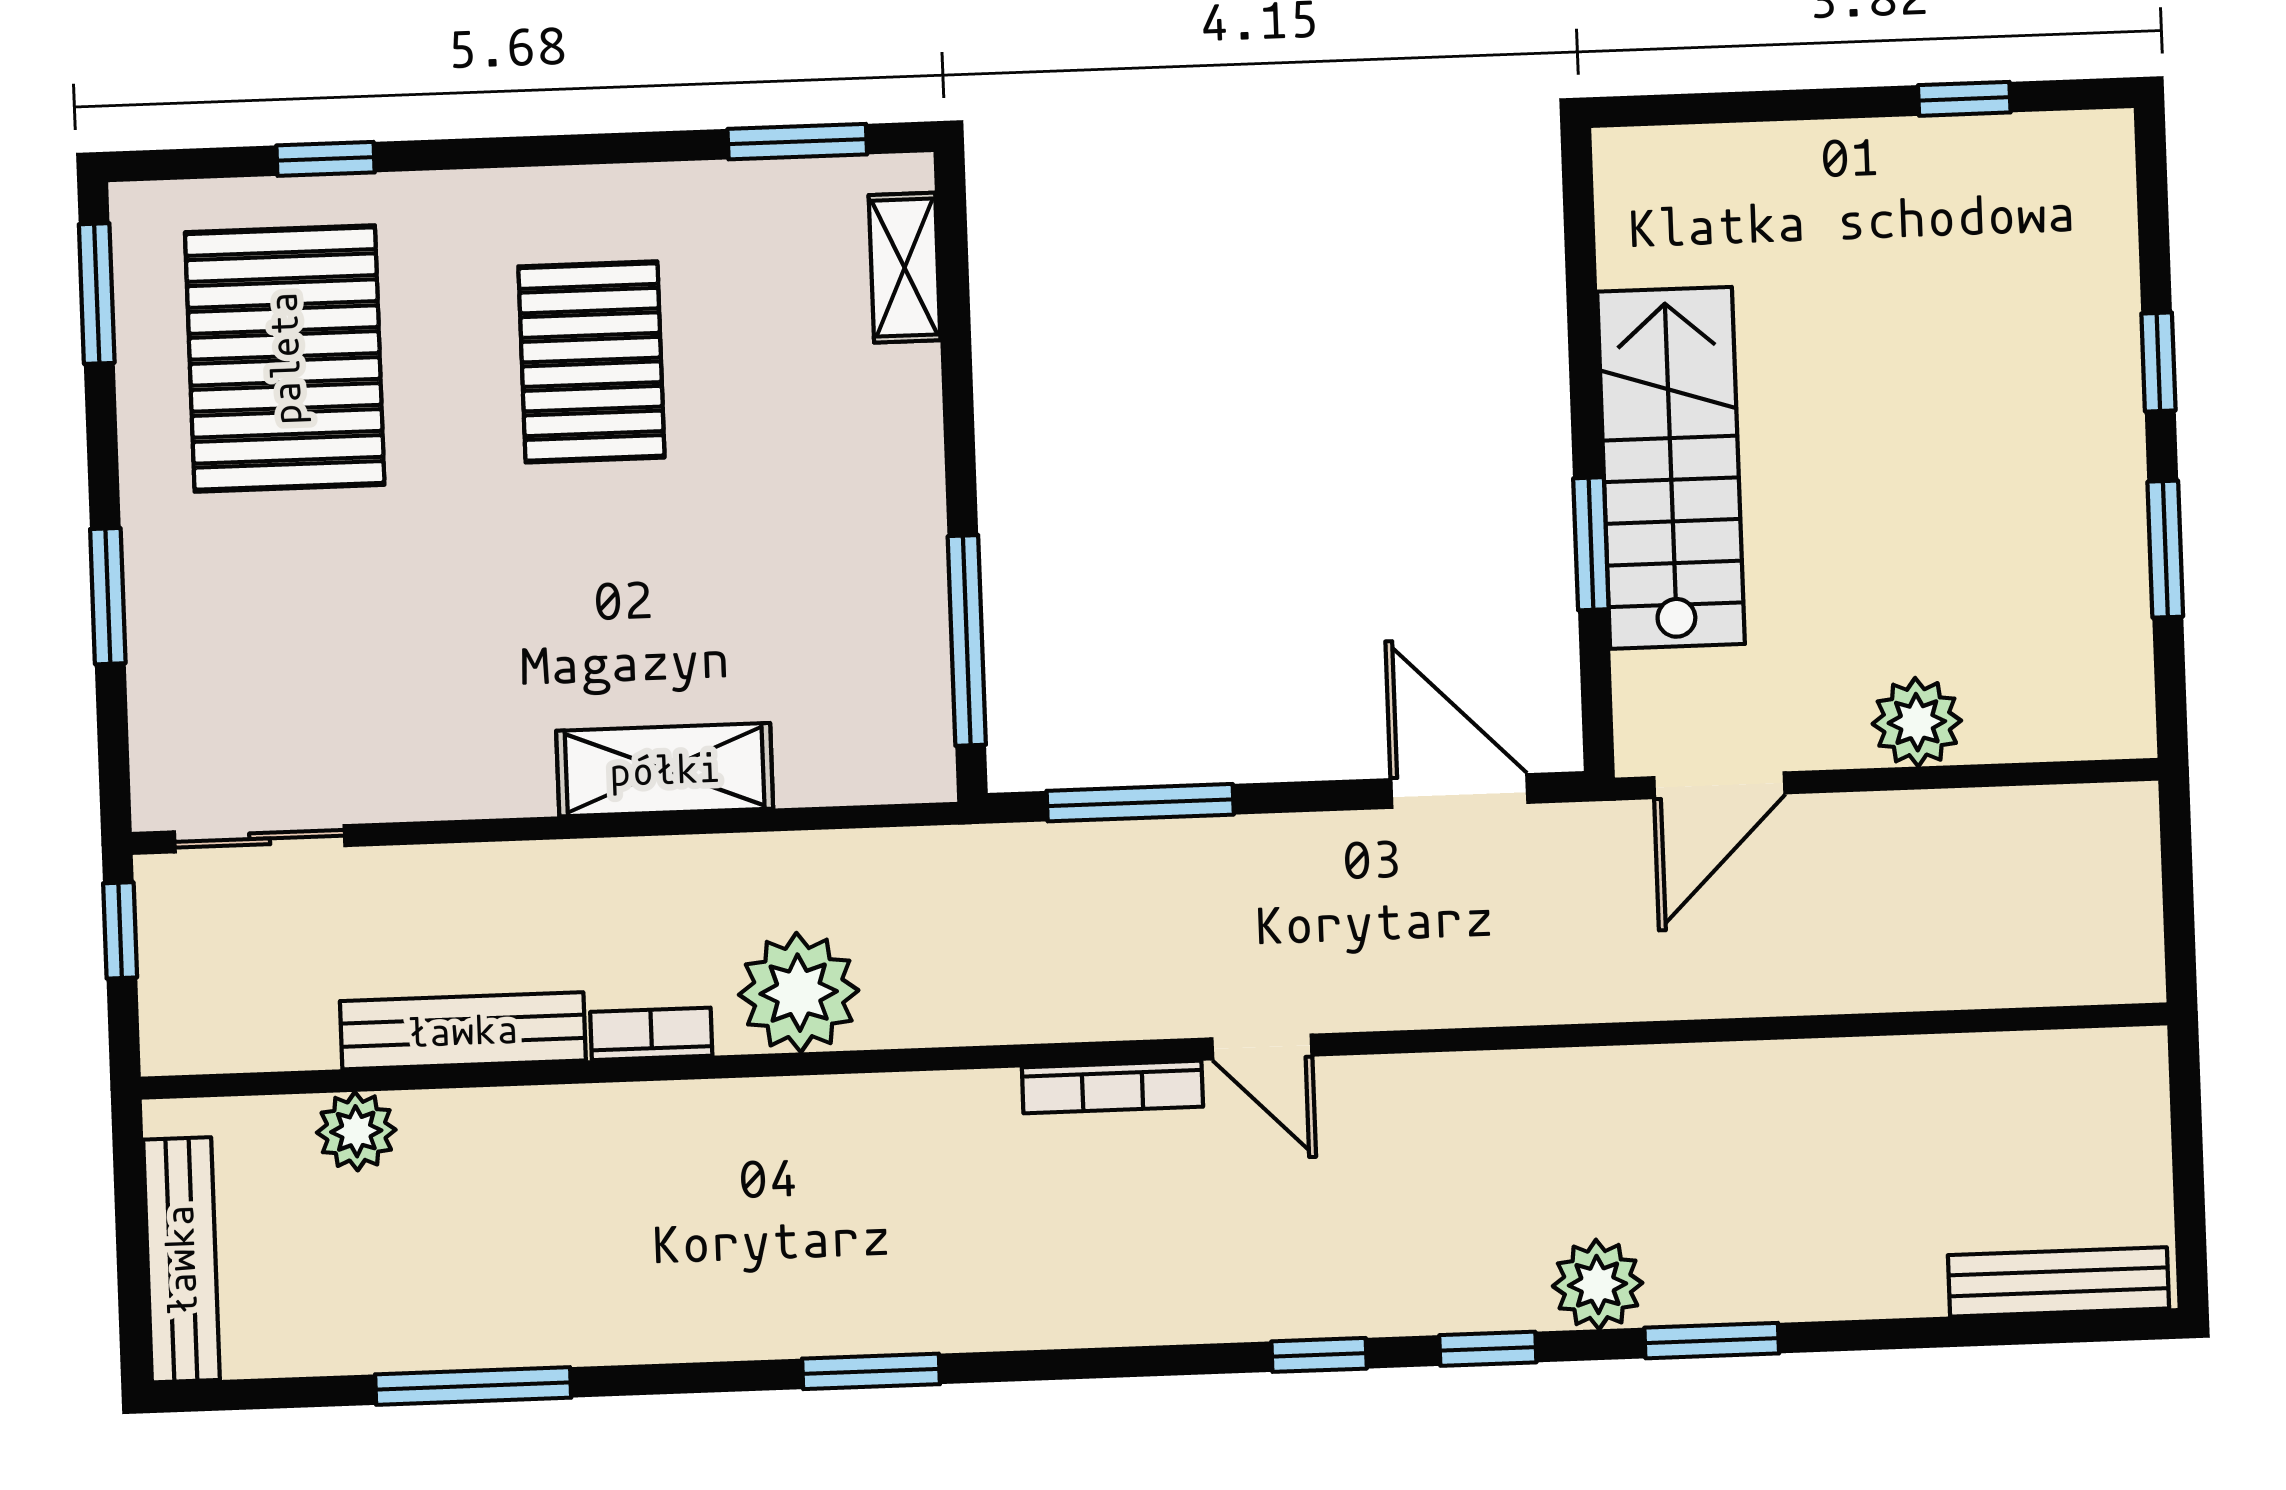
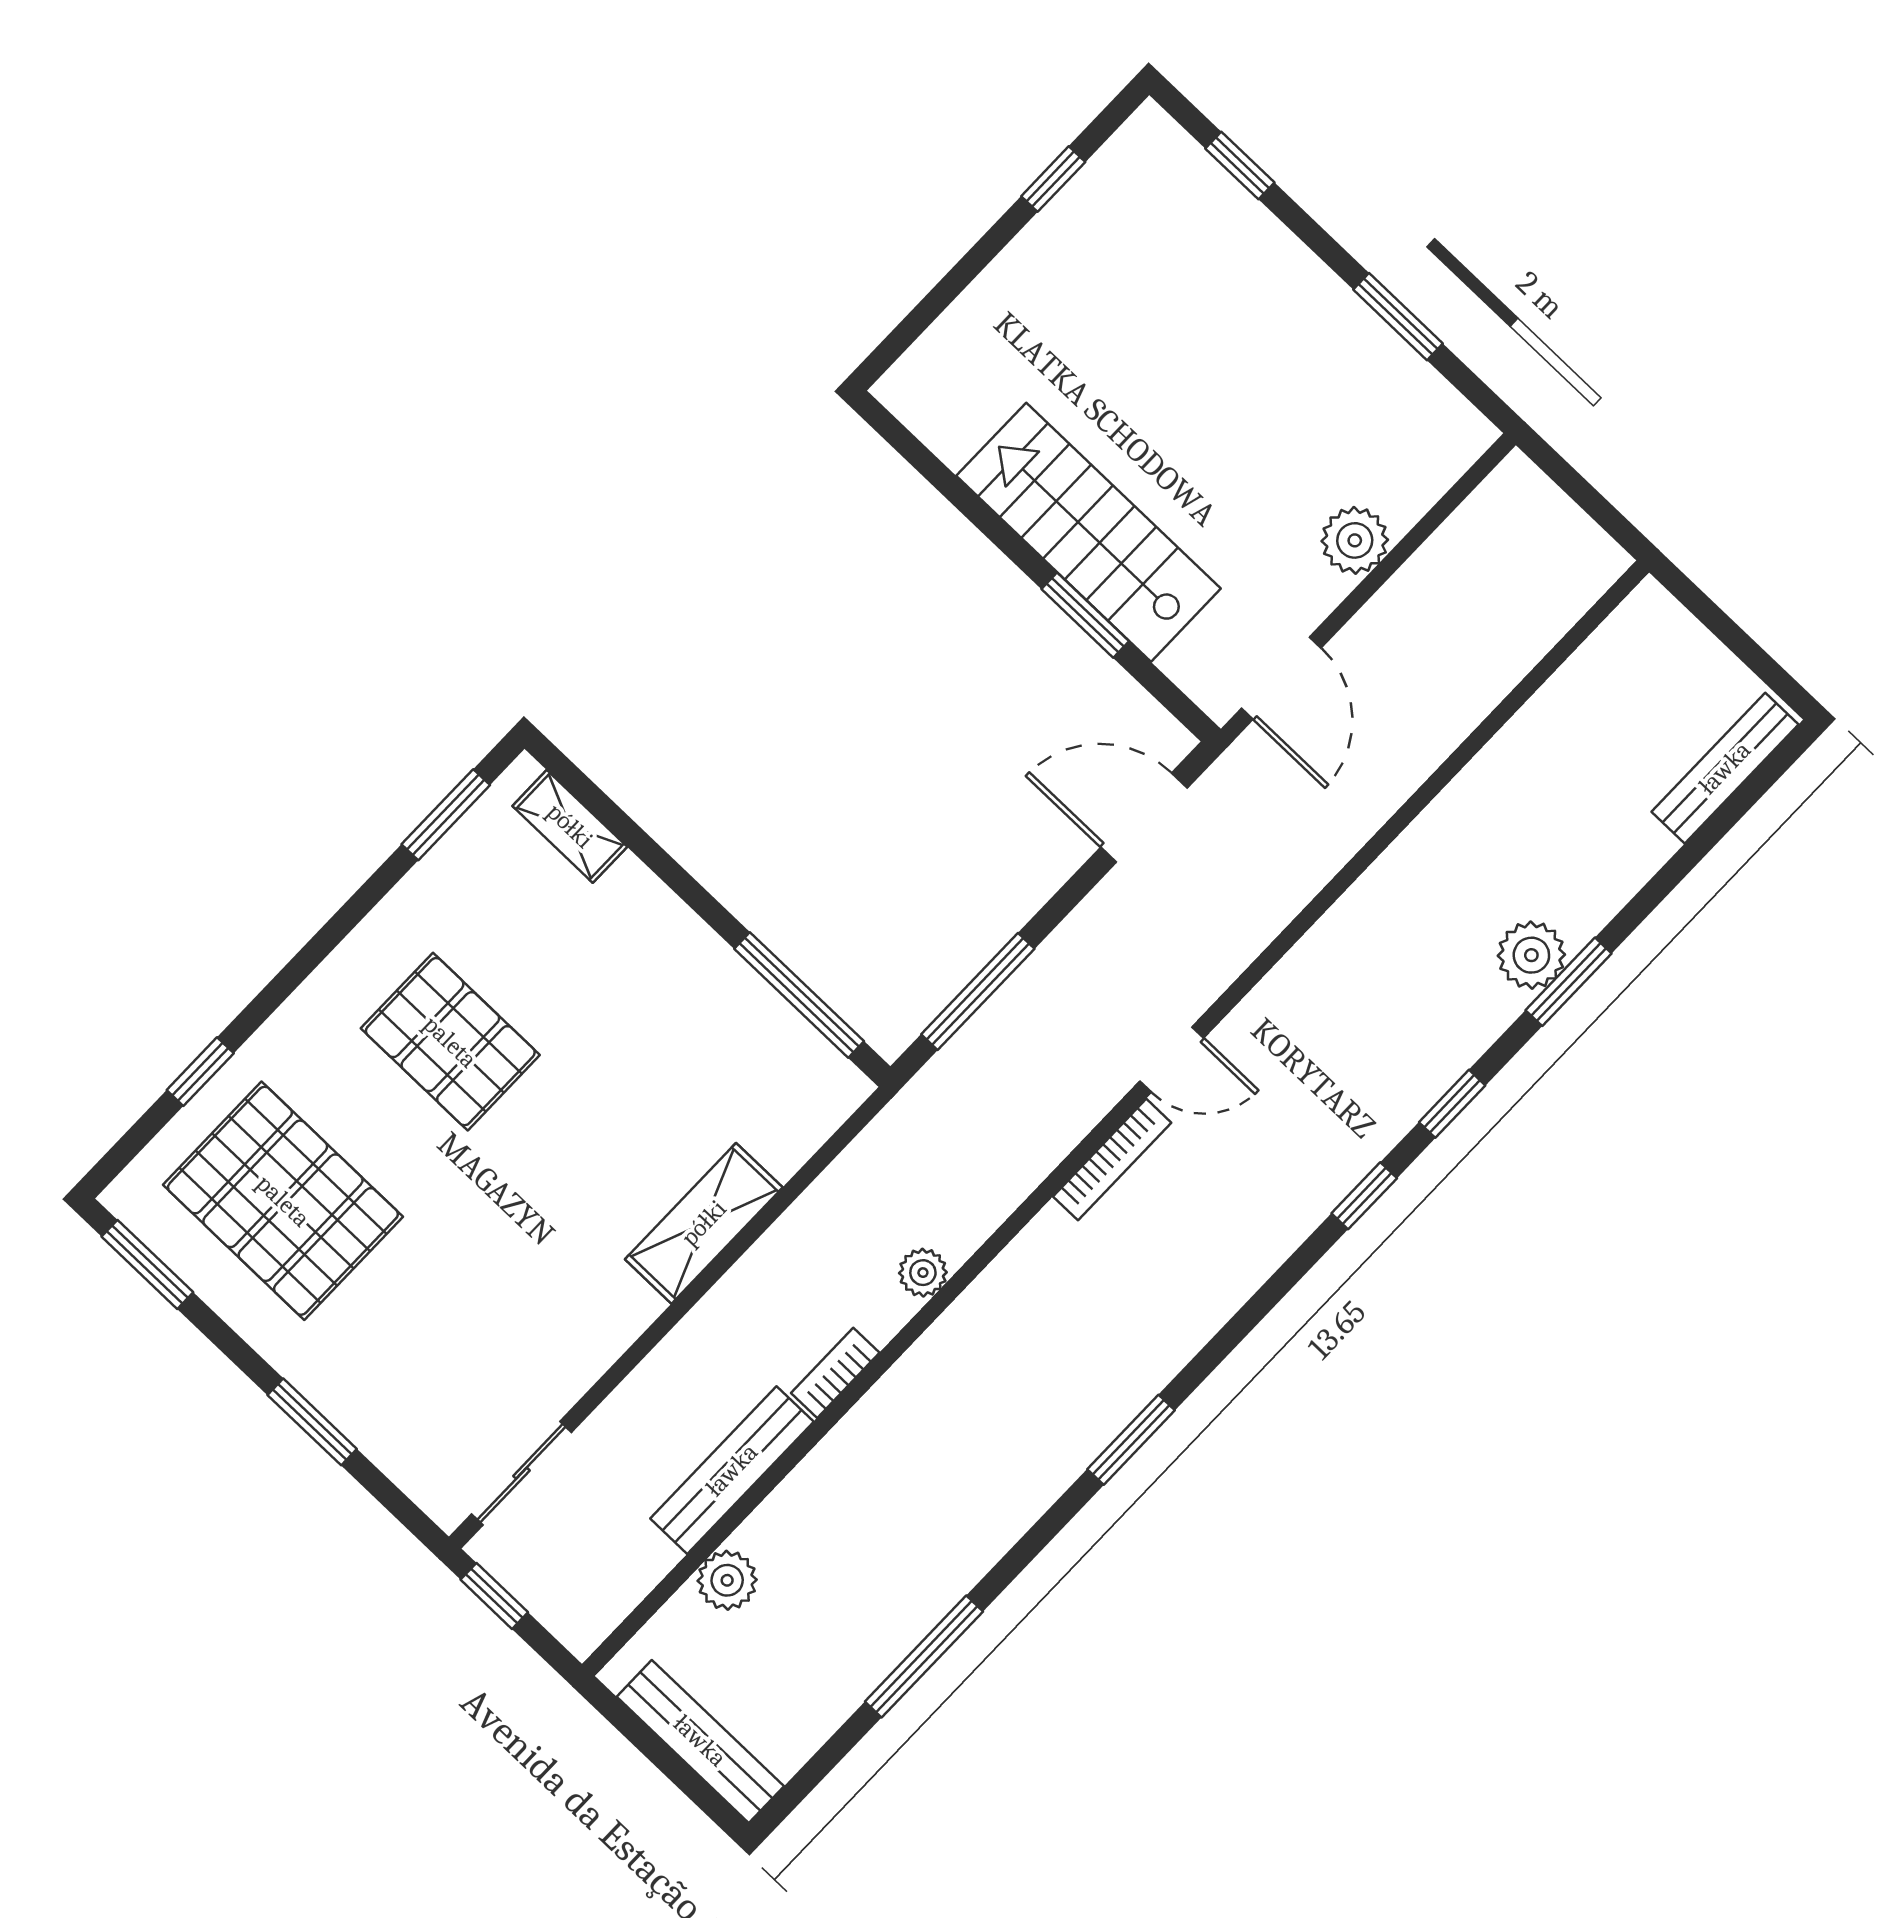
window: (2158, 362) -> (1240, 165), moved
plant: (799, 993) -> (923, 1273), width x0.53, depth x0.53
plant: (1598, 1284) -> (1531, 955), moved

